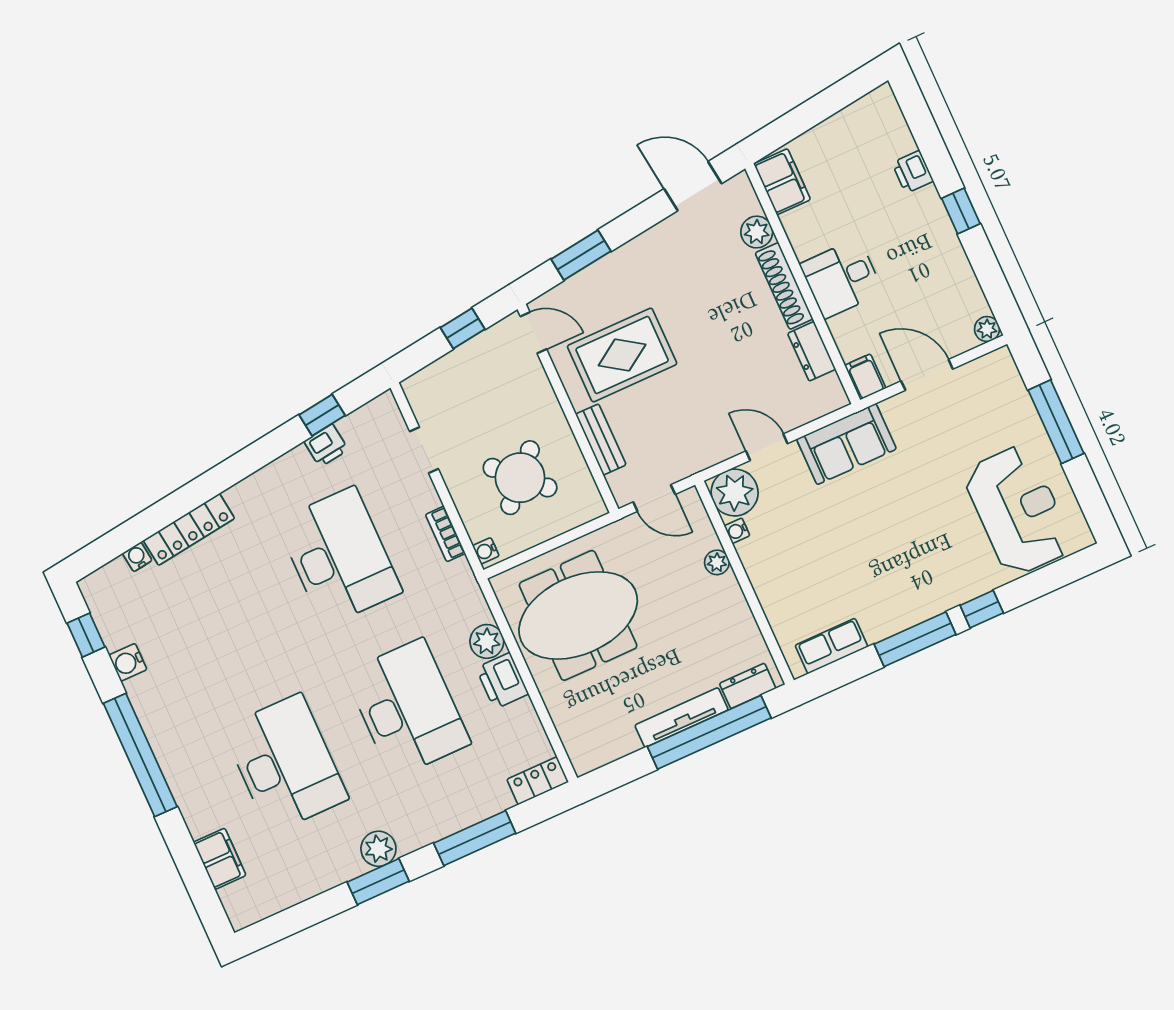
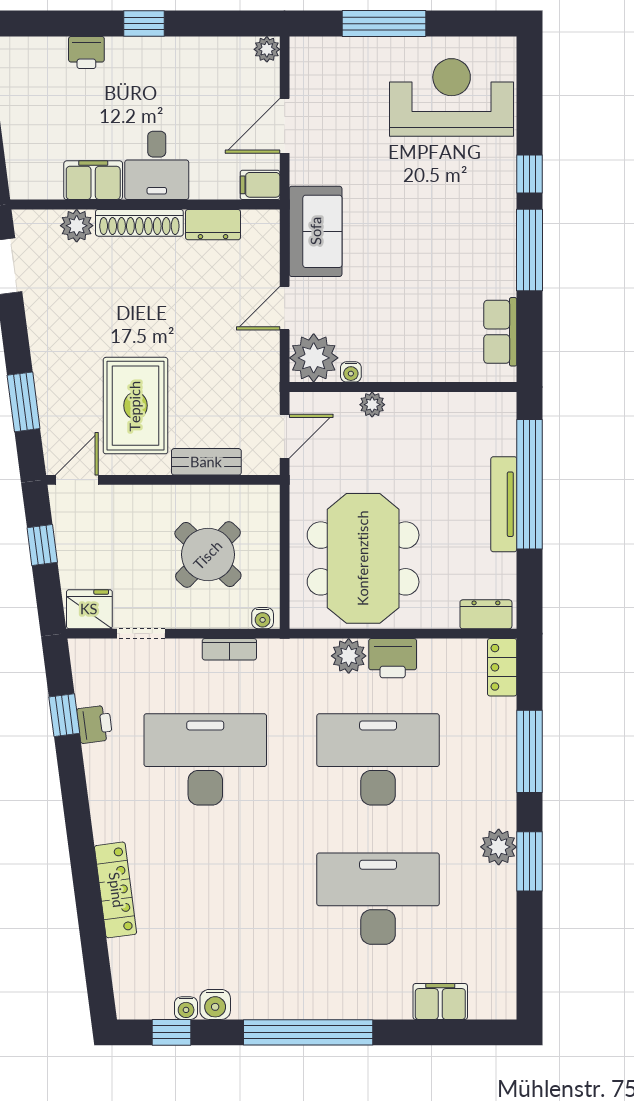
filing cabinet: (782, 182) -> (93, 180), moved
fridge: (425, 395) -> (89, 609), added
water cooler: (137, 557) -> (186, 1008), moved, turned -83
dresser: (748, 686) -> (486, 614), moved, turned 90

